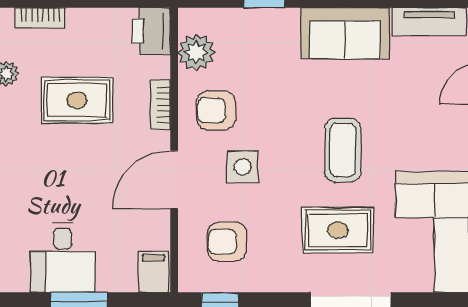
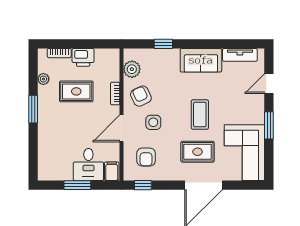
printer: (151, 31) -> (83, 57), moved, turned -90
armchair: (216, 110) -> (141, 96), turned 65
armchair: (227, 242) -> (146, 157), turned -90
desk: (63, 258) -> (88, 164), moved

